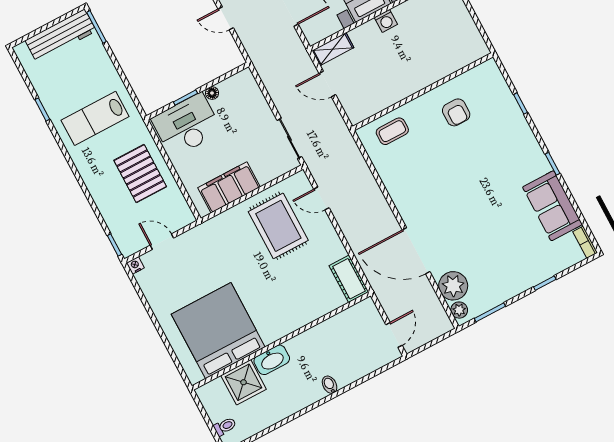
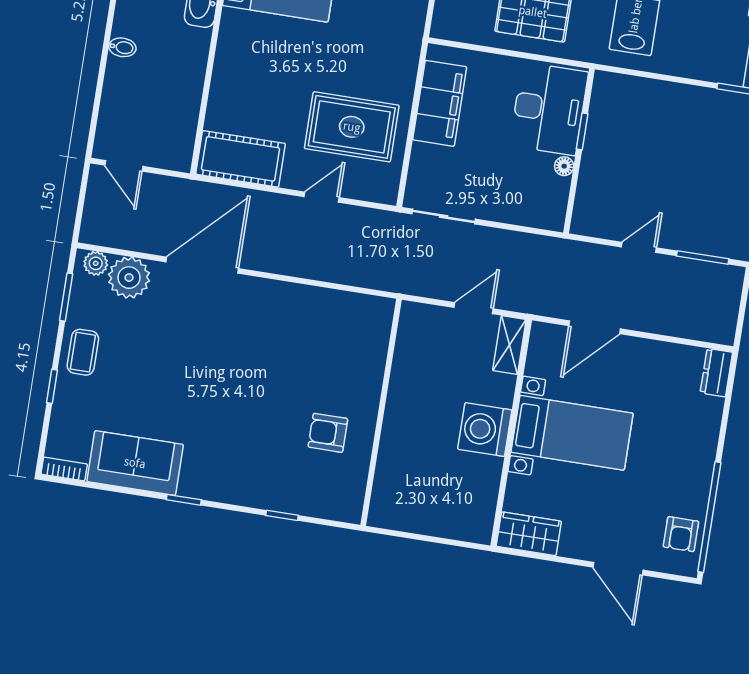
washing machine: (386, 21) -> (485, 430), width x1.89, depth x1.89
coffee table: (392, 131) -> (83, 352), moved
door: (321, 198) -> (322, 197), moved
cot: (349, 279) -> (241, 159), width x1.37, depth x1.34

